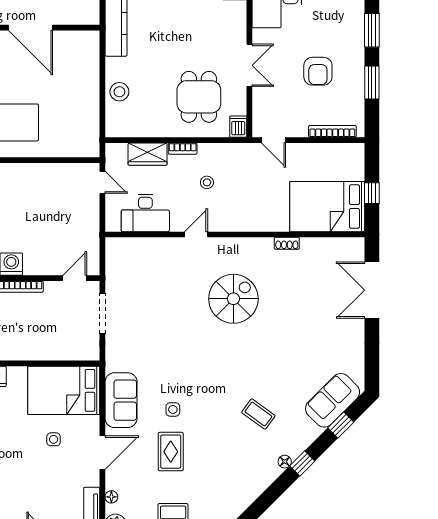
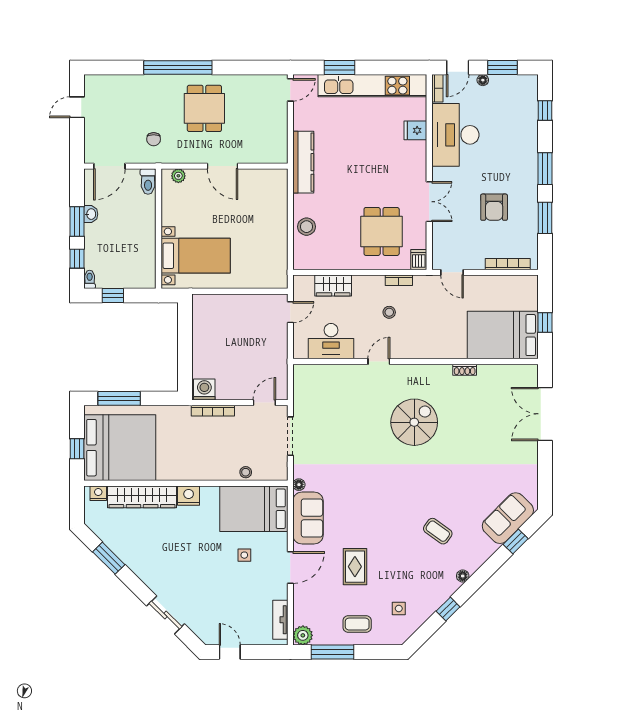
door: (30, 28) -> (222, 166), width x0.73
bookcase: (183, 149) -> (399, 280), moved
door: (102, 182) -> (290, 312), hinge flipped
stool: (55, 352) -> (246, 472), added
side table: (173, 409) -> (399, 609), moved
window: (302, 464) -> (448, 609), moved
floor lamp: (111, 497) -> (299, 485), moved

